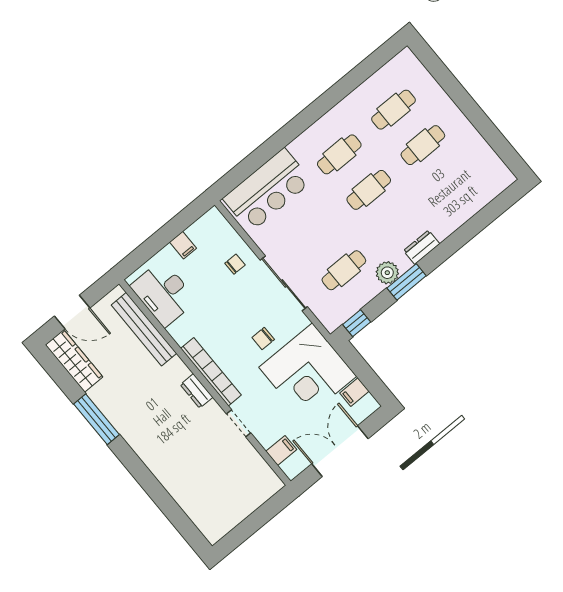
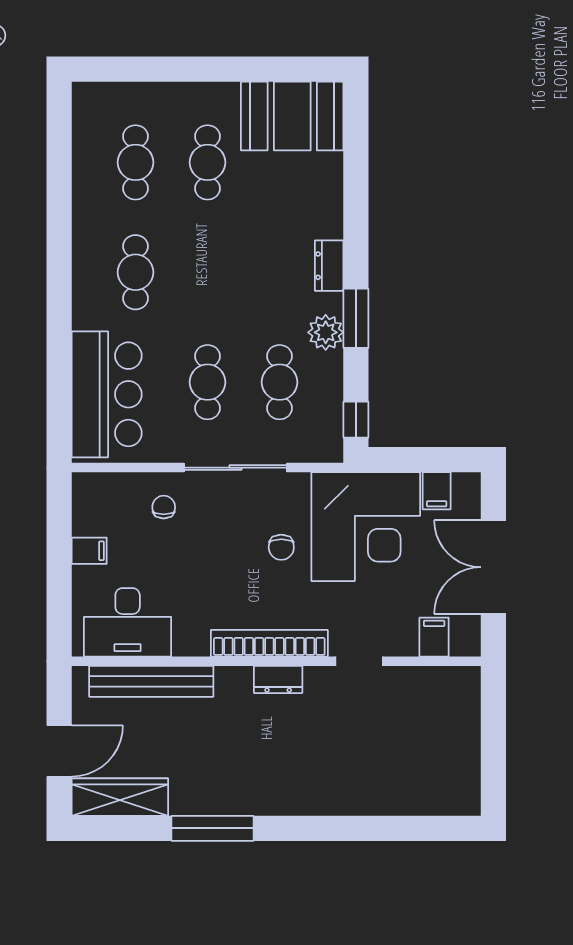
booth: (480, 168) -> (292, 116), added
cafe table: (369, 190) -> (208, 382), moved

